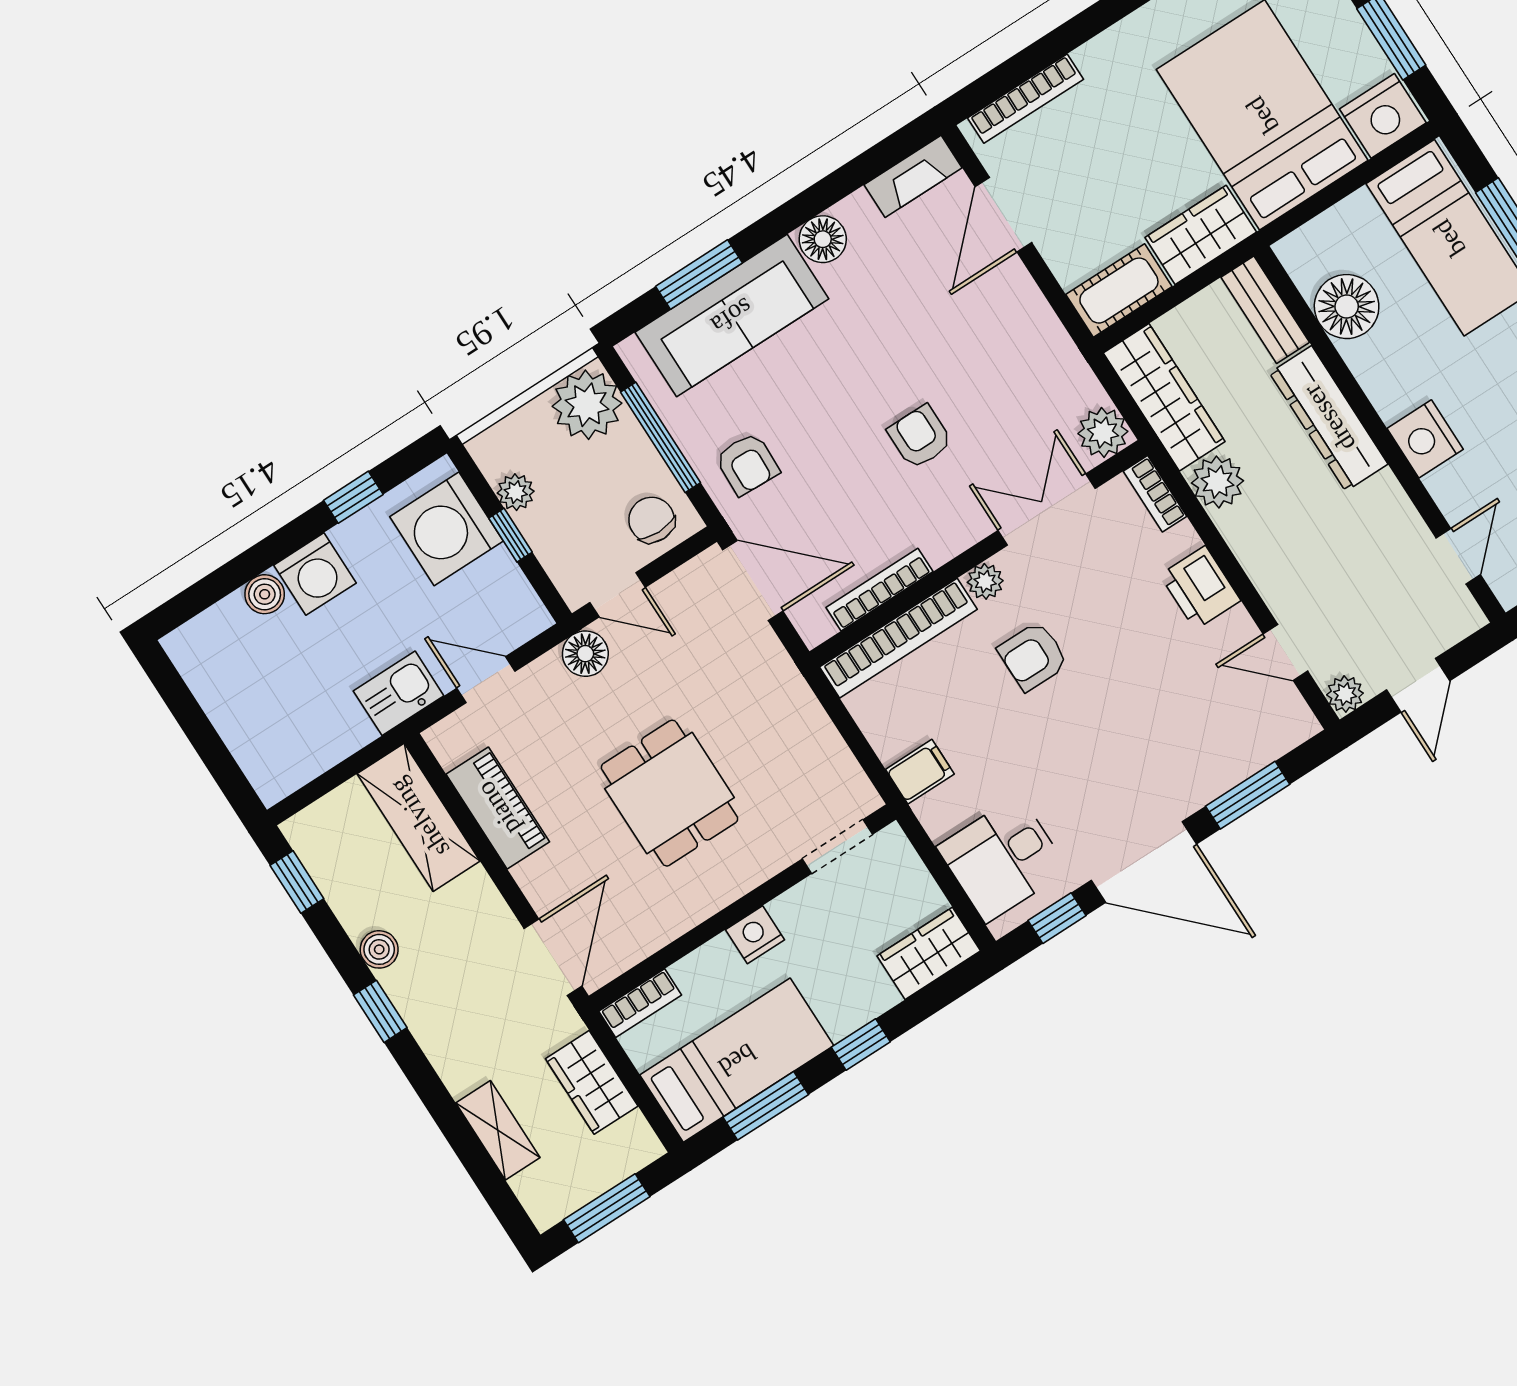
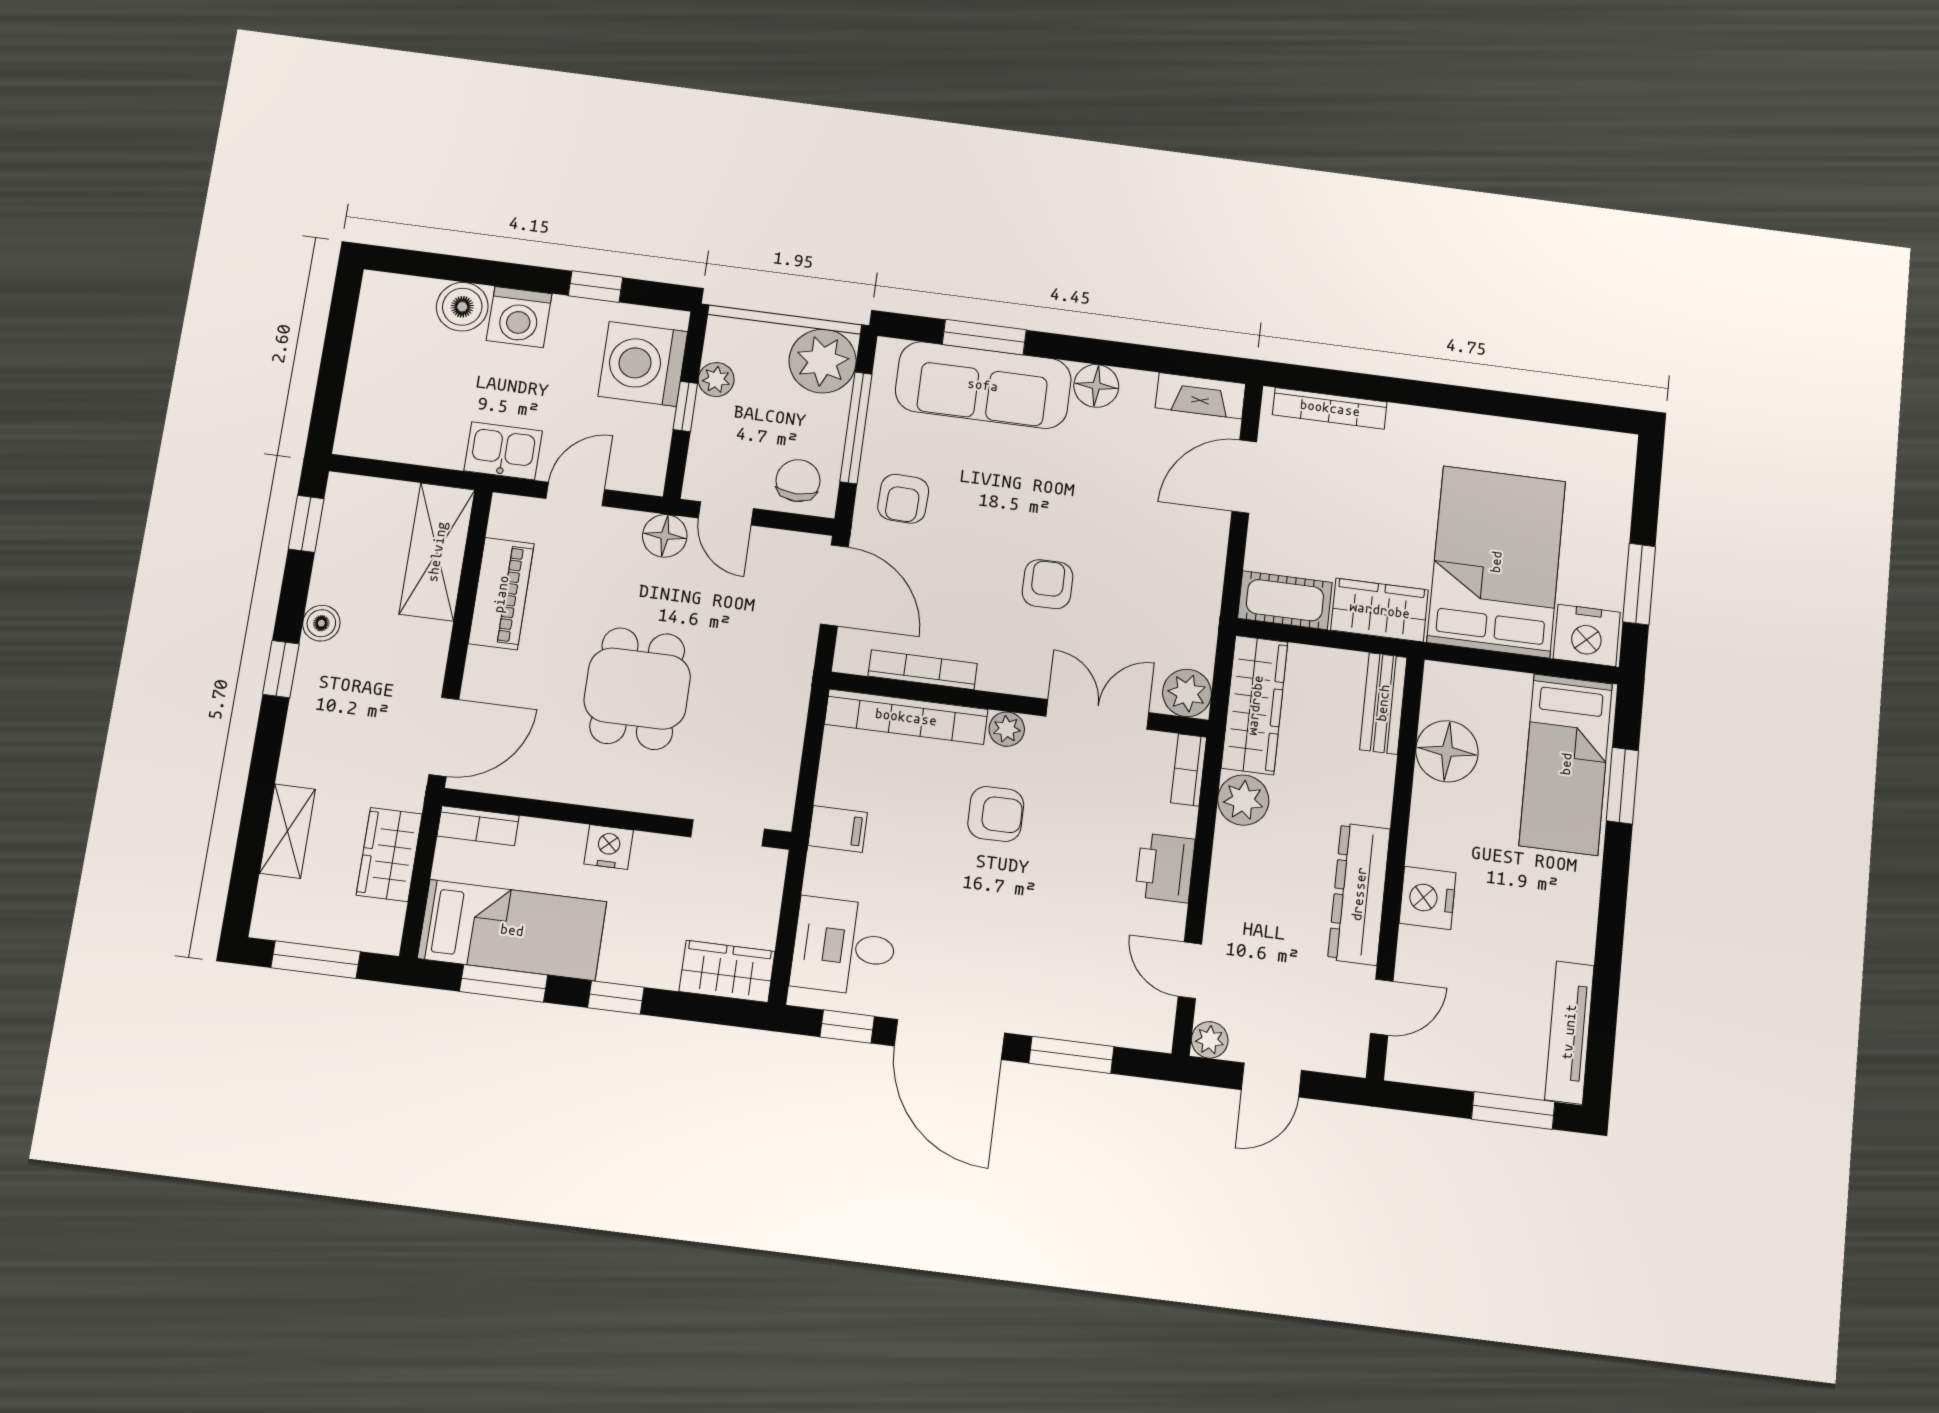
dresser: (1329, 418) -> (1359, 894), moved
boiler: (265, 594) -> (462, 307), width x1.36, depth x1.36
armchair: (1033, 656) -> (996, 814), turned 180
door: (486, 680) -> (575, 494), hinge flipped

